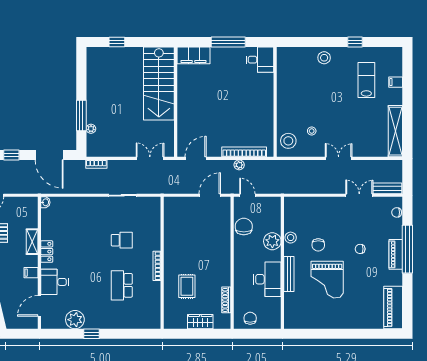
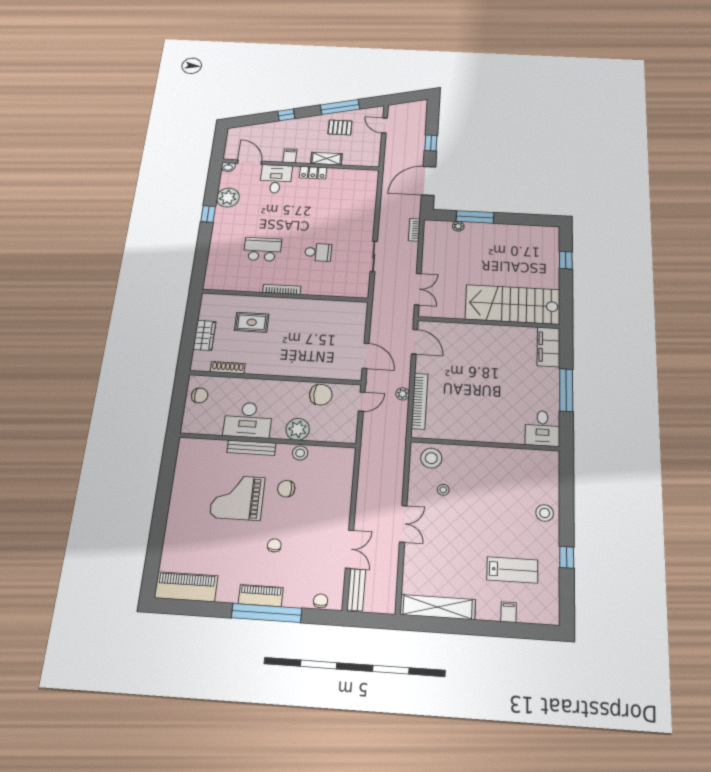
washbasin: (45, 202) -> (228, 167), moved
school desk: (122, 240) -> (318, 252), turned -90

